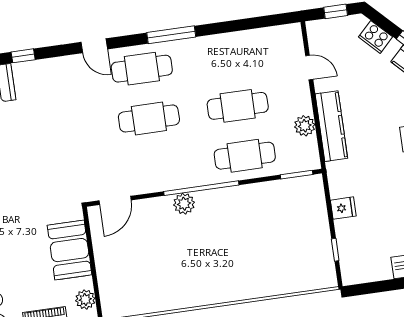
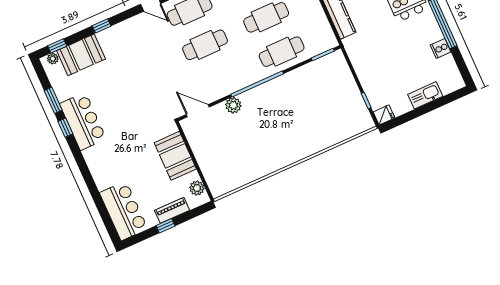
plant: (305, 126) -> (318, 18), removed
door: (115, 200) -> (198, 111), swing flipped
plant: (184, 204) -> (233, 105), moved
fridge: (343, 208) -> (384, 115), moved

